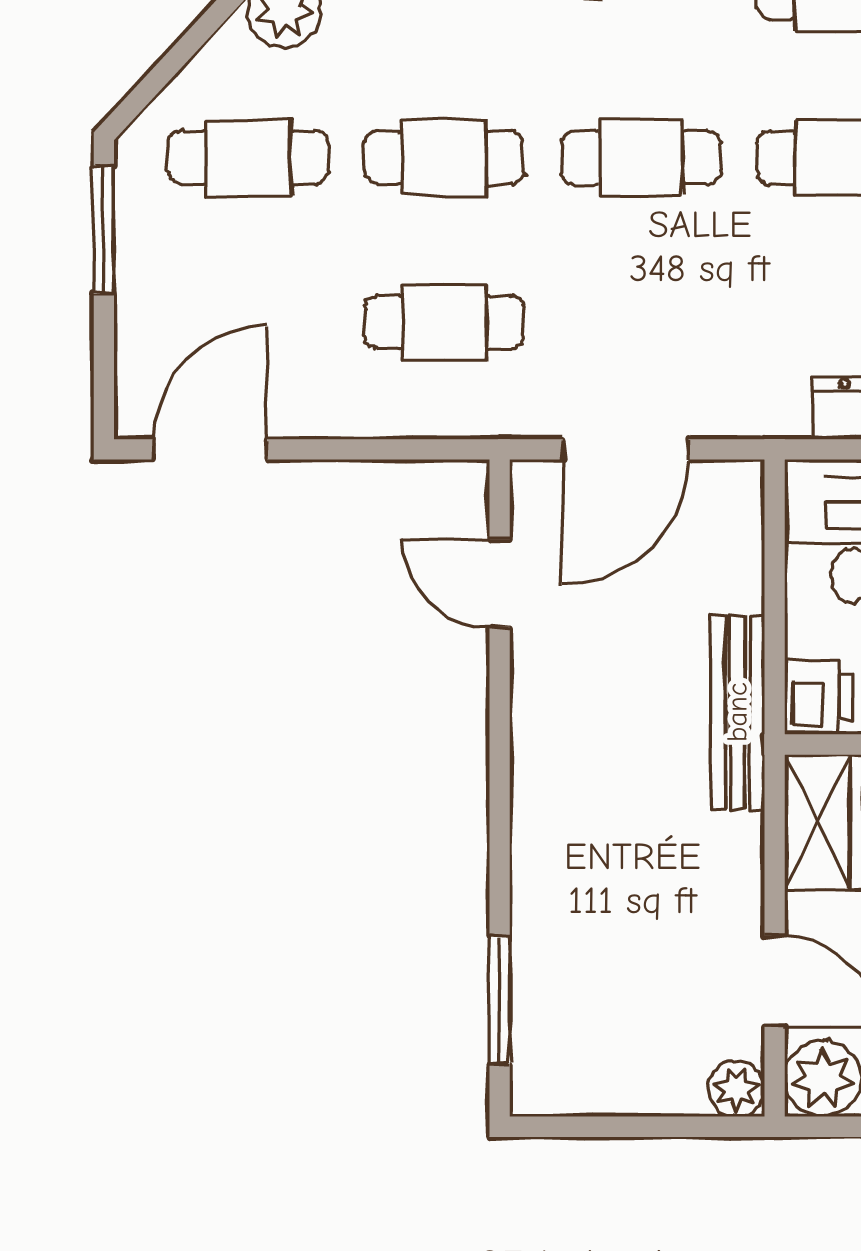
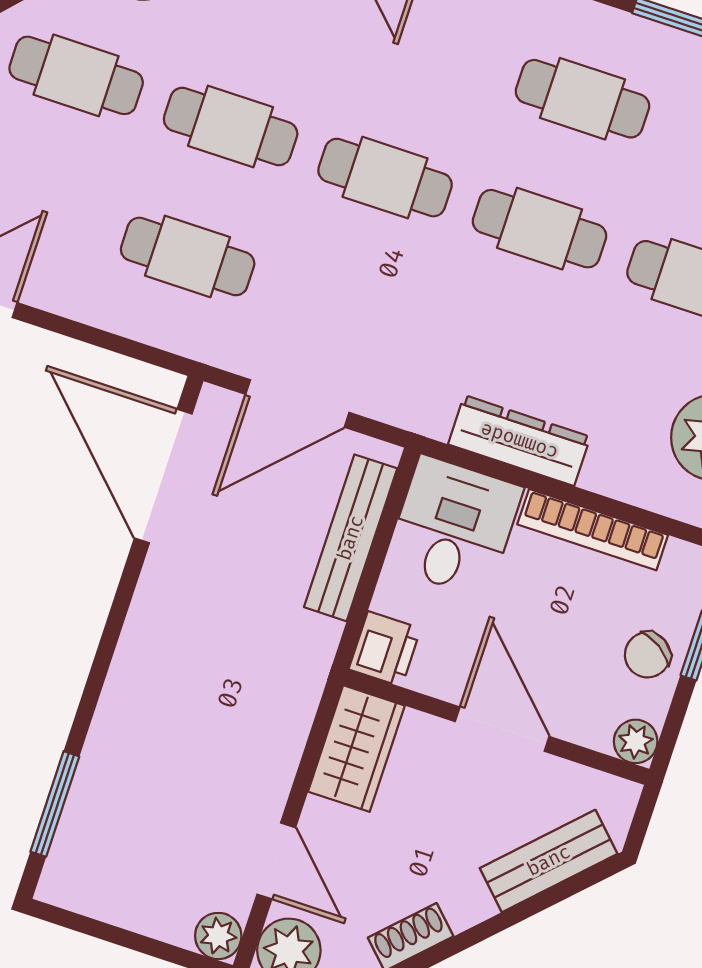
door: (500, 583) -> (163, 476), width x1.88
bench: (737, 712) -> (351, 538), moved

